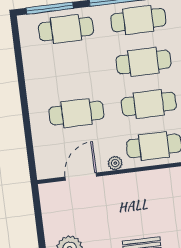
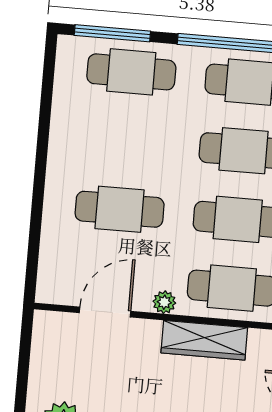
wardrobe: (144, 181) -> (204, 340), added

